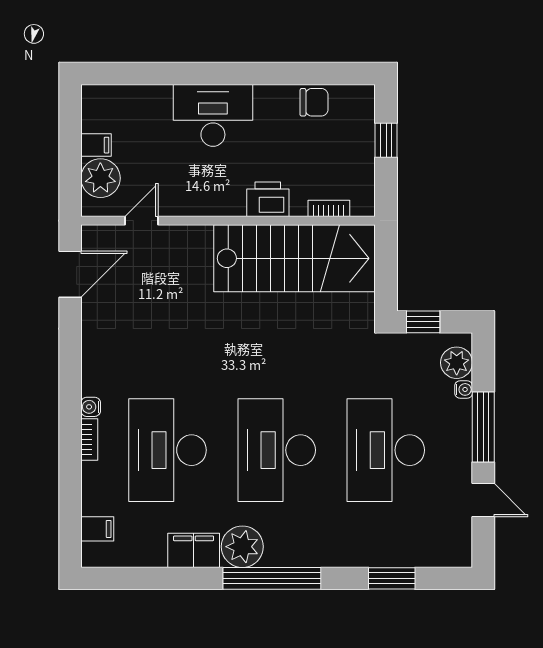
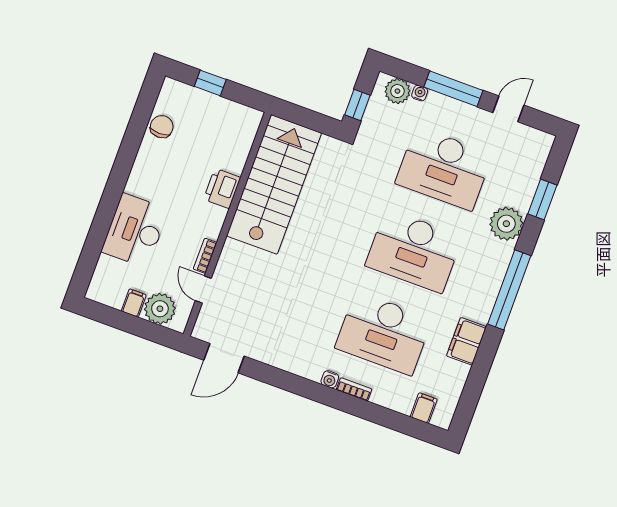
desk: (213, 115) -> (135, 231), moved
bookcase: (329, 208) -> (205, 256), moved
door: (70, 274) -> (224, 358), swing flipped
plant: (242, 547) -> (506, 224), moved

